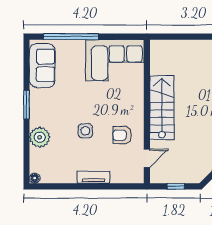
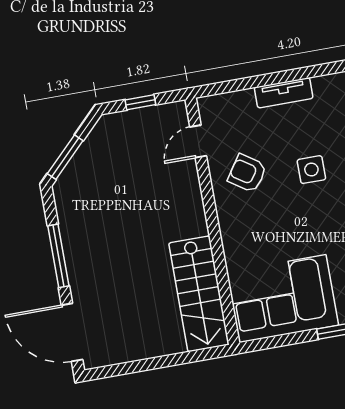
stairs: (162, 108) -> (199, 294), moved
armchair: (122, 135) -> (247, 173), turned -146

